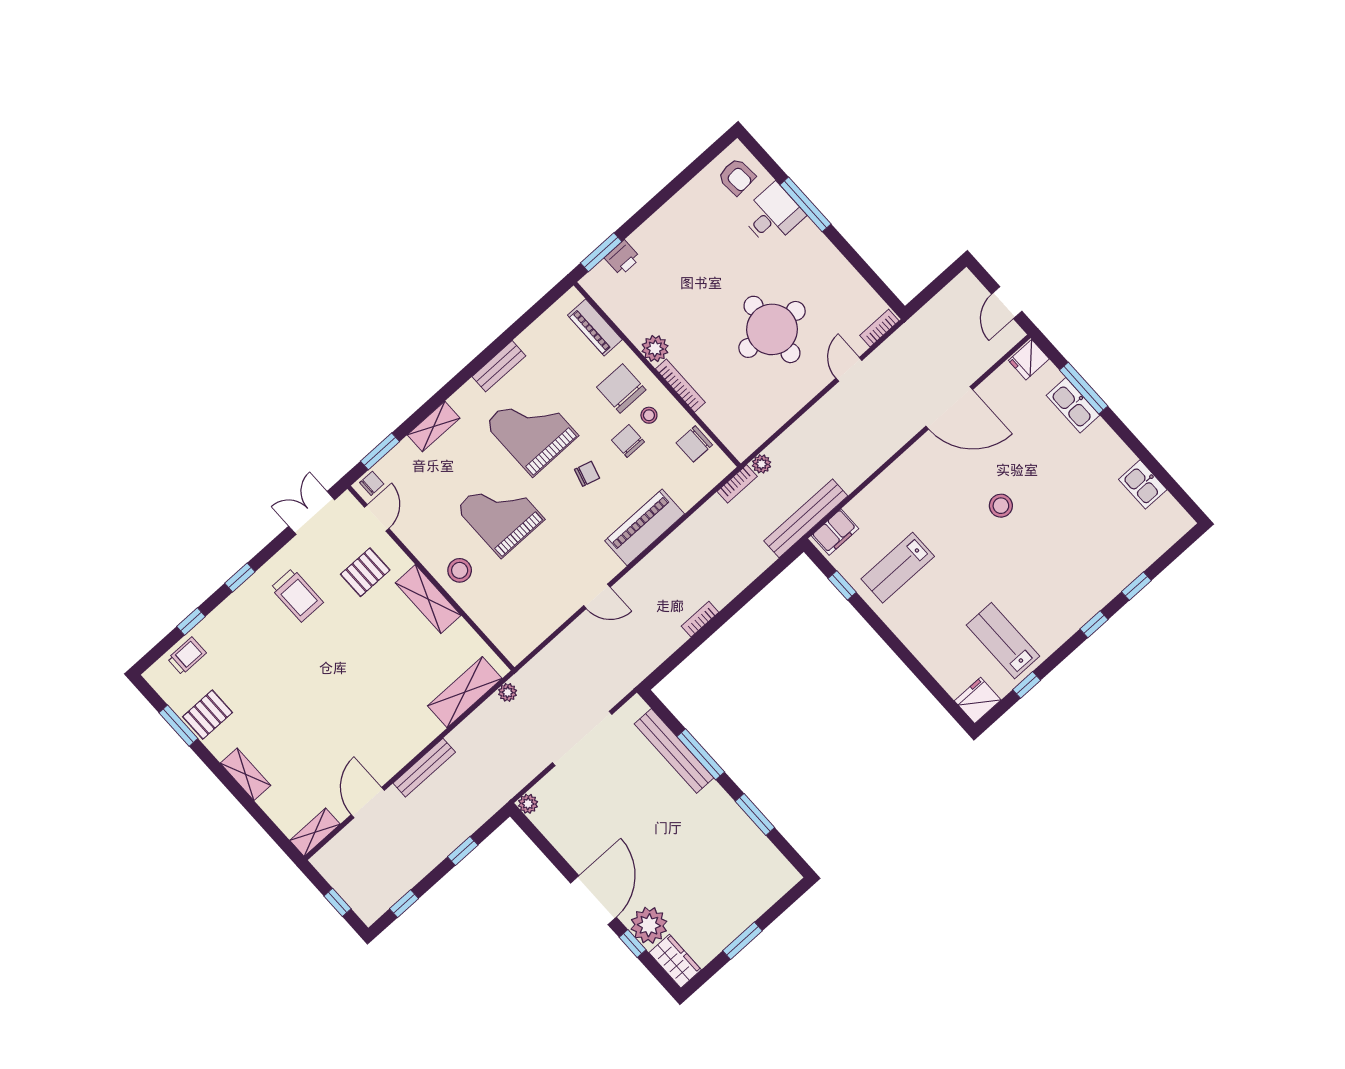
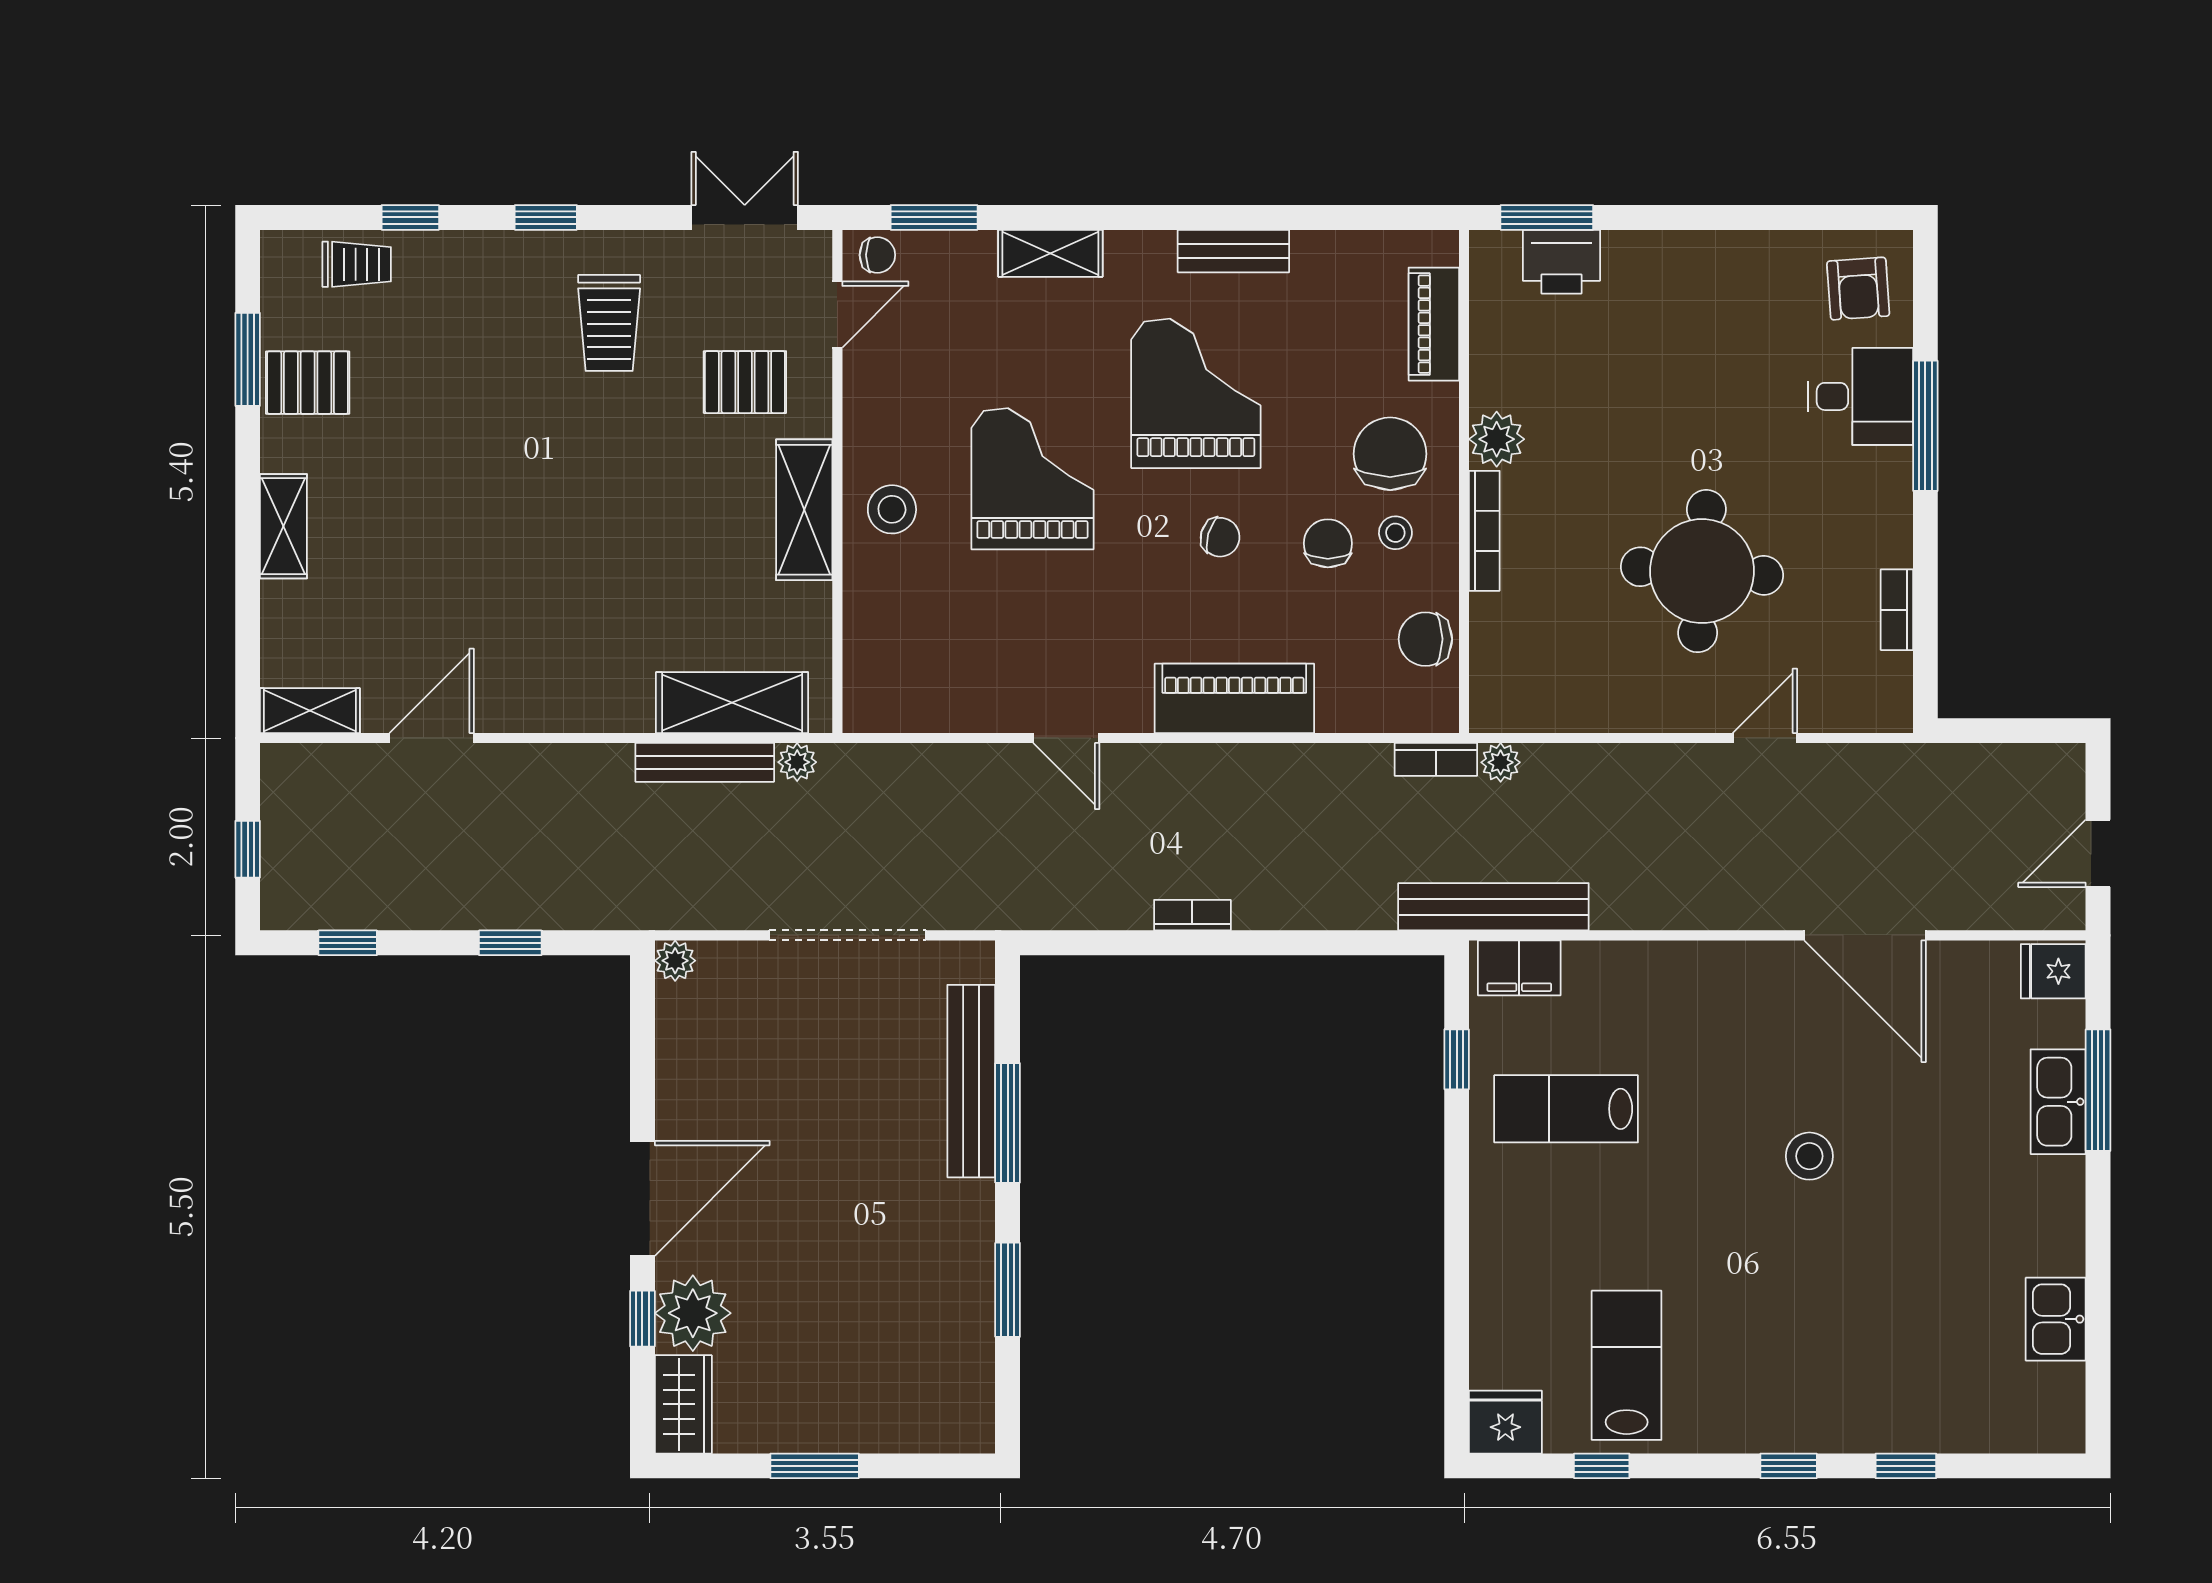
printer: (622, 258) -> (1561, 262), width x1.36, depth x1.24
bookcase: (879, 328) -> (1897, 610), moved, turned -90
bench: (424, 768) -> (705, 762), moved

